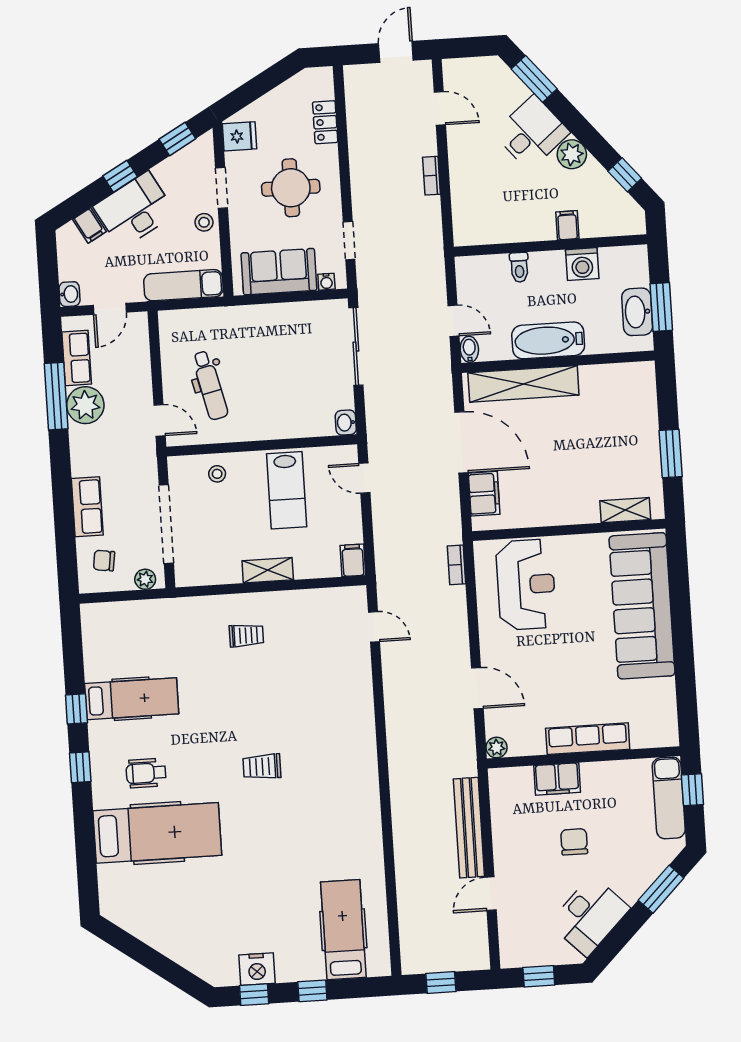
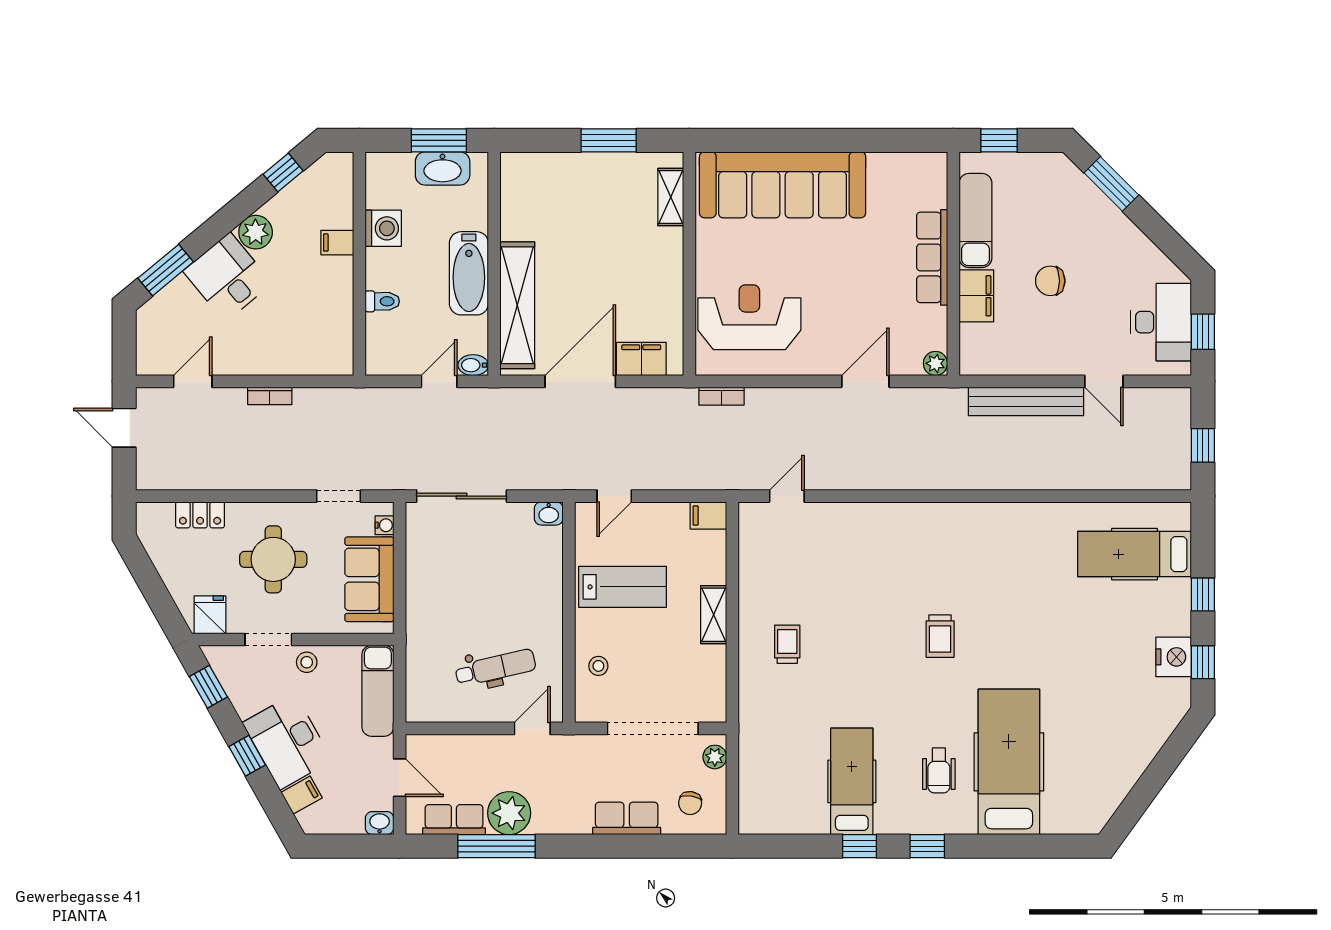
exam couch: (669, 798) -> (975, 220), moved, turned -90
desk: (590, 916) -> (1161, 322), moved, turned 45

